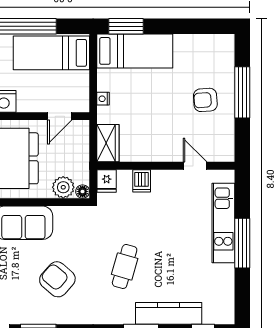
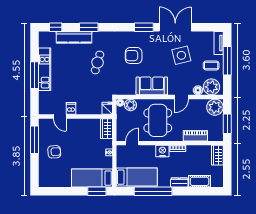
window: (242, 92) -> (34, 140), moved
dishwasher: (142, 181) -> (71, 108), moved
kitchen unit: (223, 223) -> (45, 69), moved
armchair: (57, 279) -> (134, 56), turned 139

